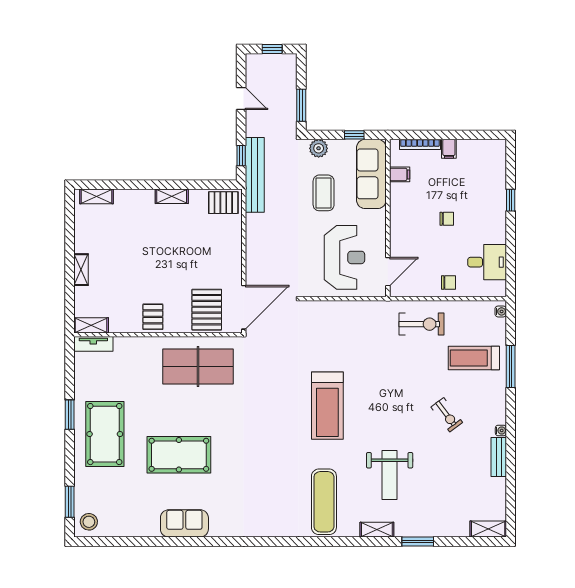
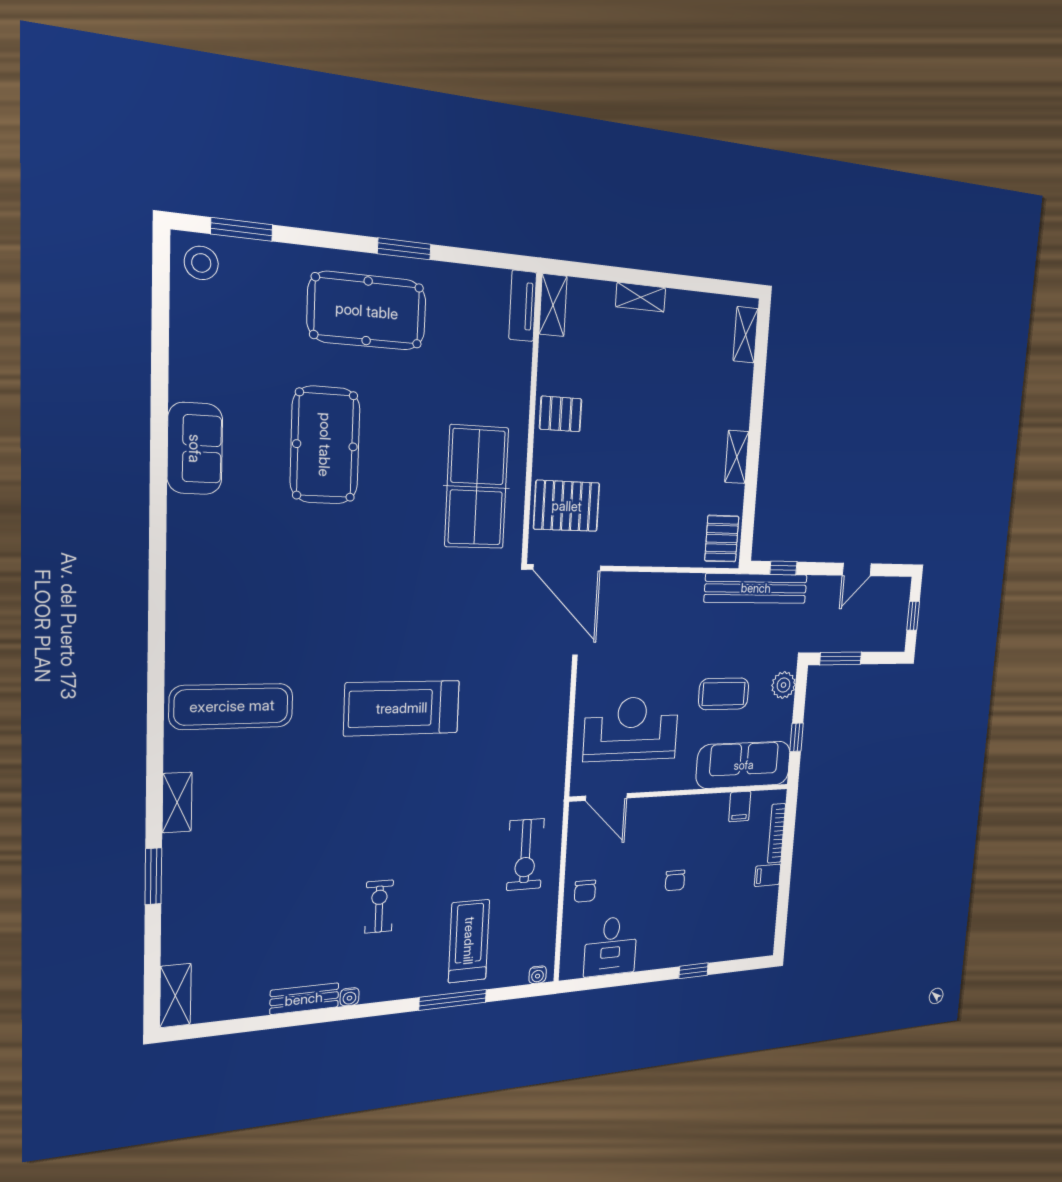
reception desk: (345, 257) -> (631, 729), turned 180
exercise bike: (447, 415) -> (379, 907), turned 127
weight bench: (390, 475) -> (278, 819), removed

